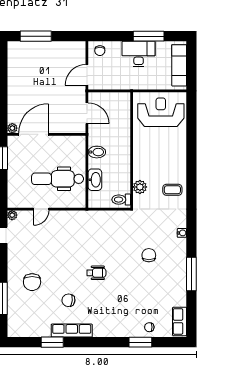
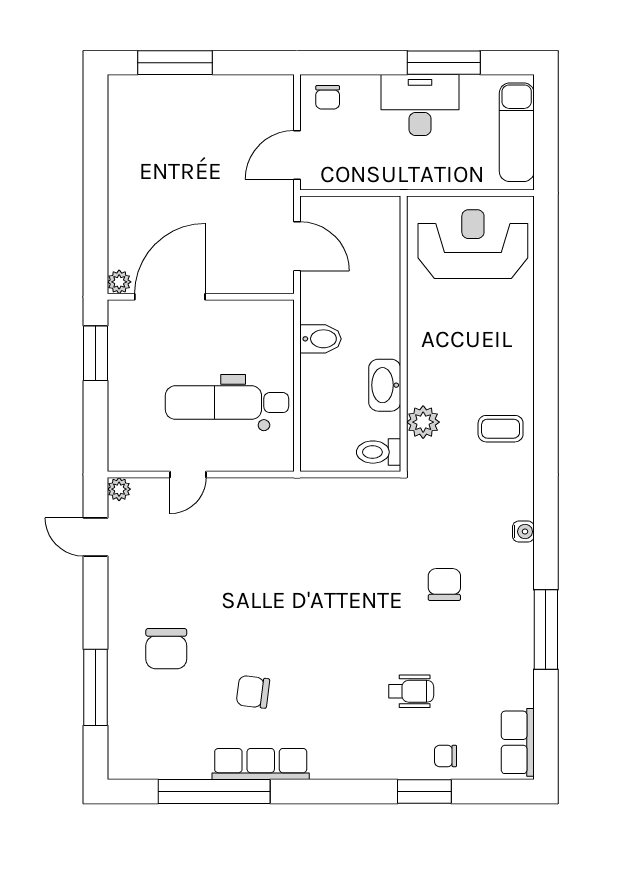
washbasin: (95, 180) -> (385, 385), moved, turned 180
wheelchair: (96, 273) -> (411, 691), moved
window: (52, 342) -> (214, 792), width x2.11

